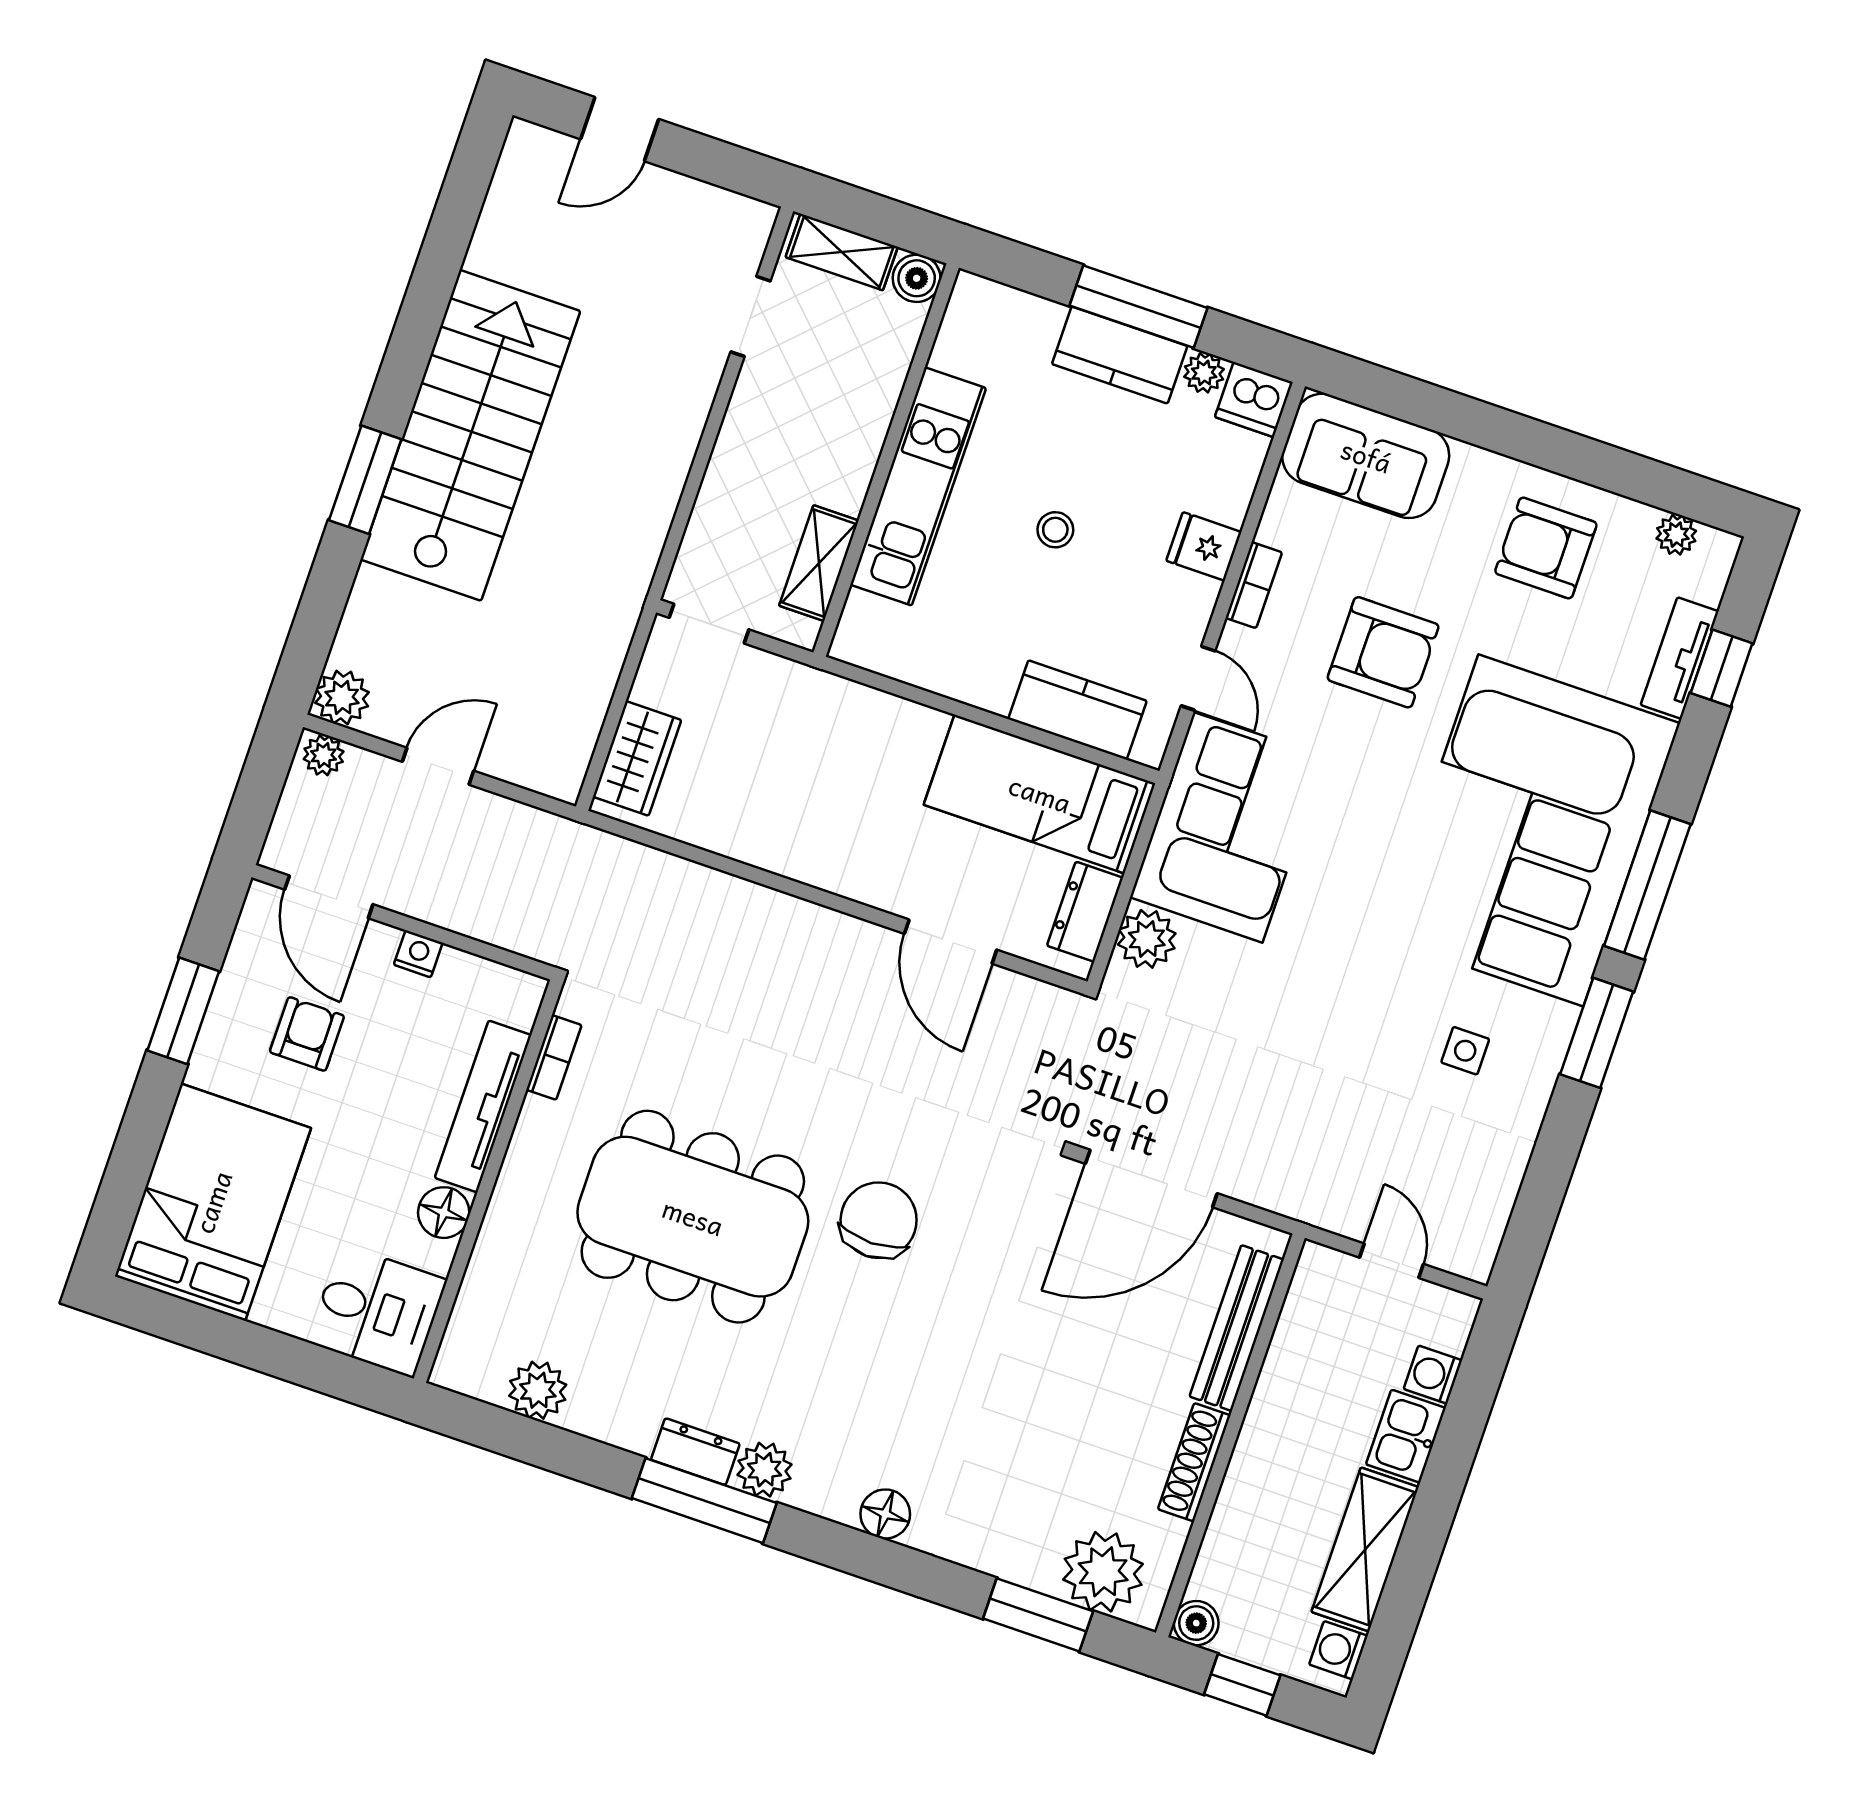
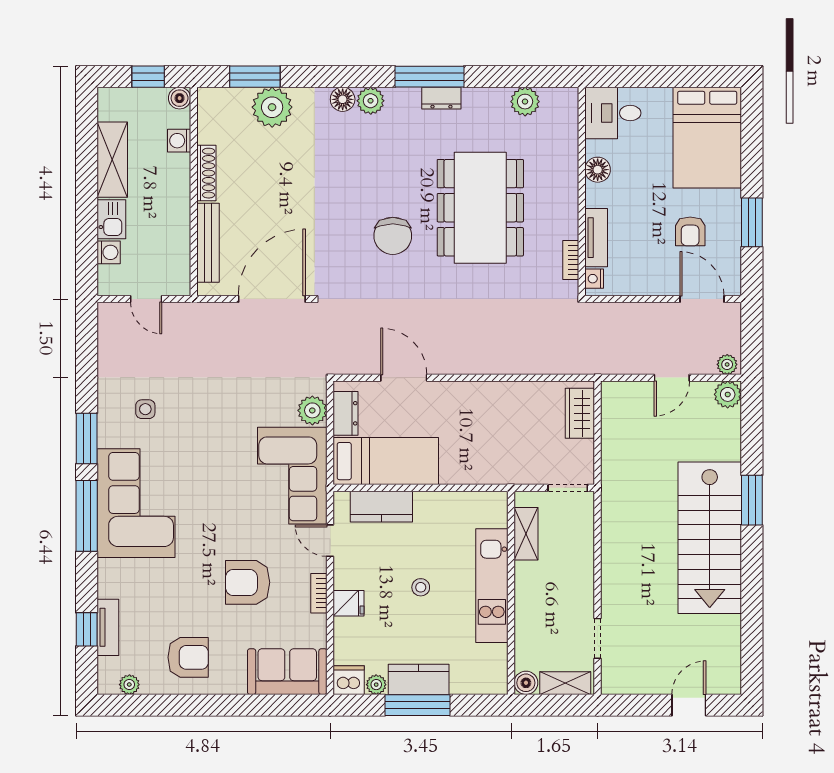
corner sofa: (1531, 830) -> (136, 503), width x0.73, depth x0.74
nightstand: (418, 954) -> (594, 279), moved, turned 90
tv unit: (483, 1106) -> (596, 238), width x0.71
dining table: (693, 1217) -> (480, 208), turned 90
plant: (764, 1470) -> (371, 101), moved
plant: (1103, 1572) -> (272, 107), moved
washing machine: (1338, 1650) -> (179, 141), moved, turned 180

